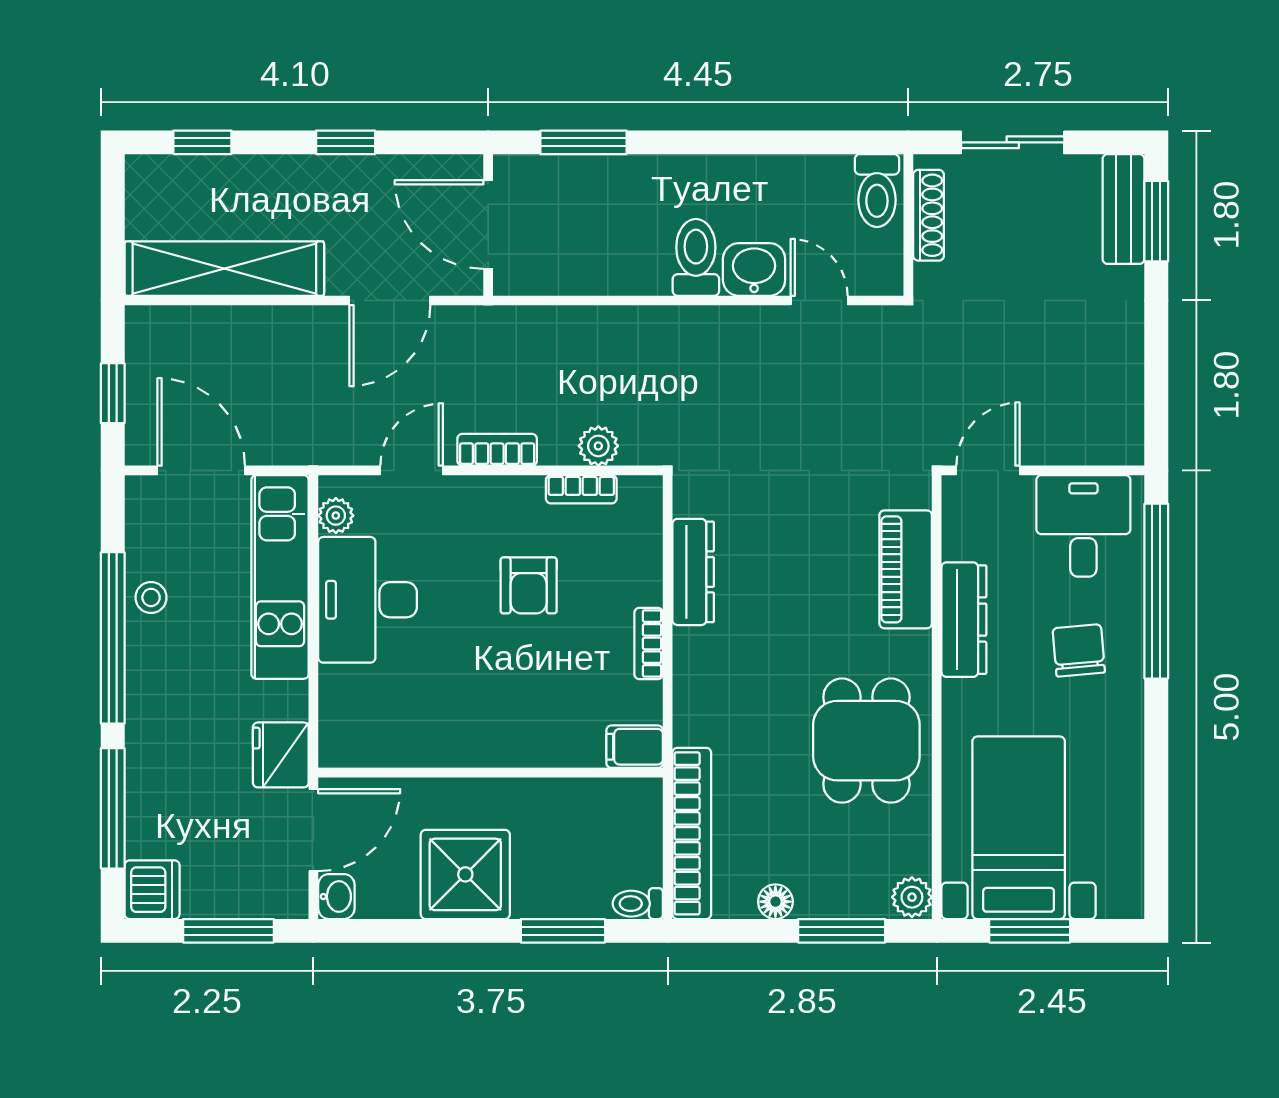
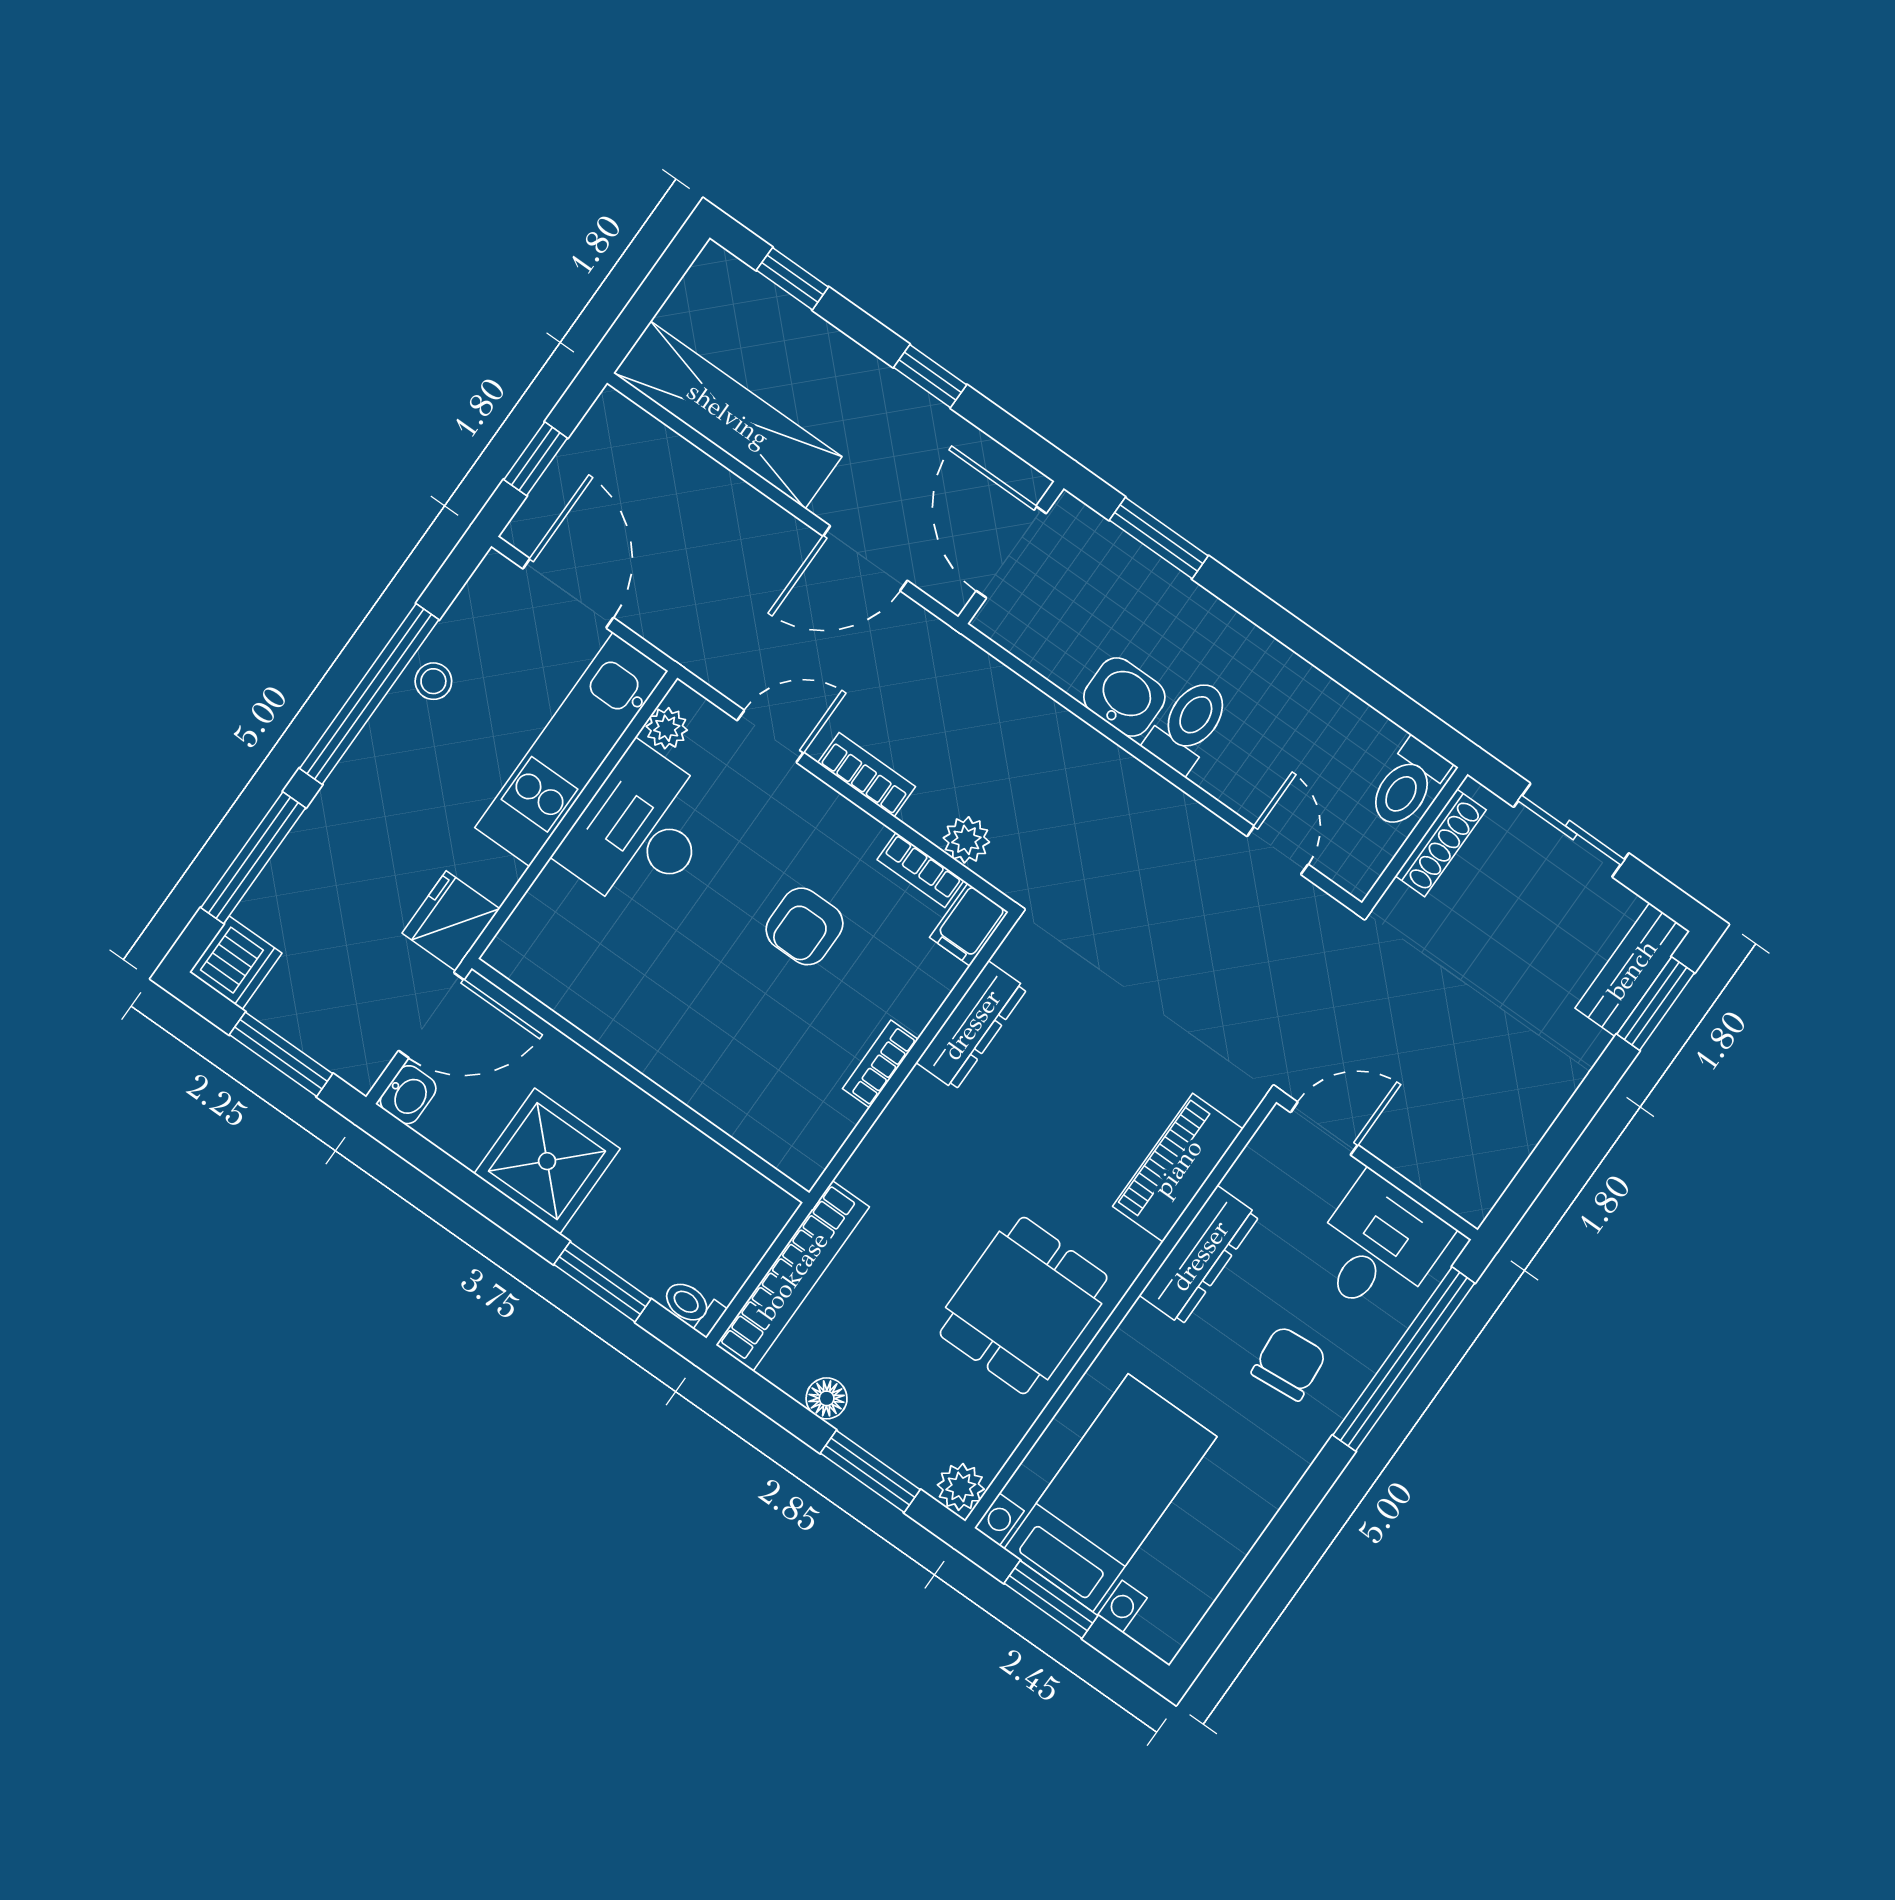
washbasin: (754, 269) -> (1124, 697), moved
filing cabinet: (635, 747) -> (969, 925), moved, turned -90

